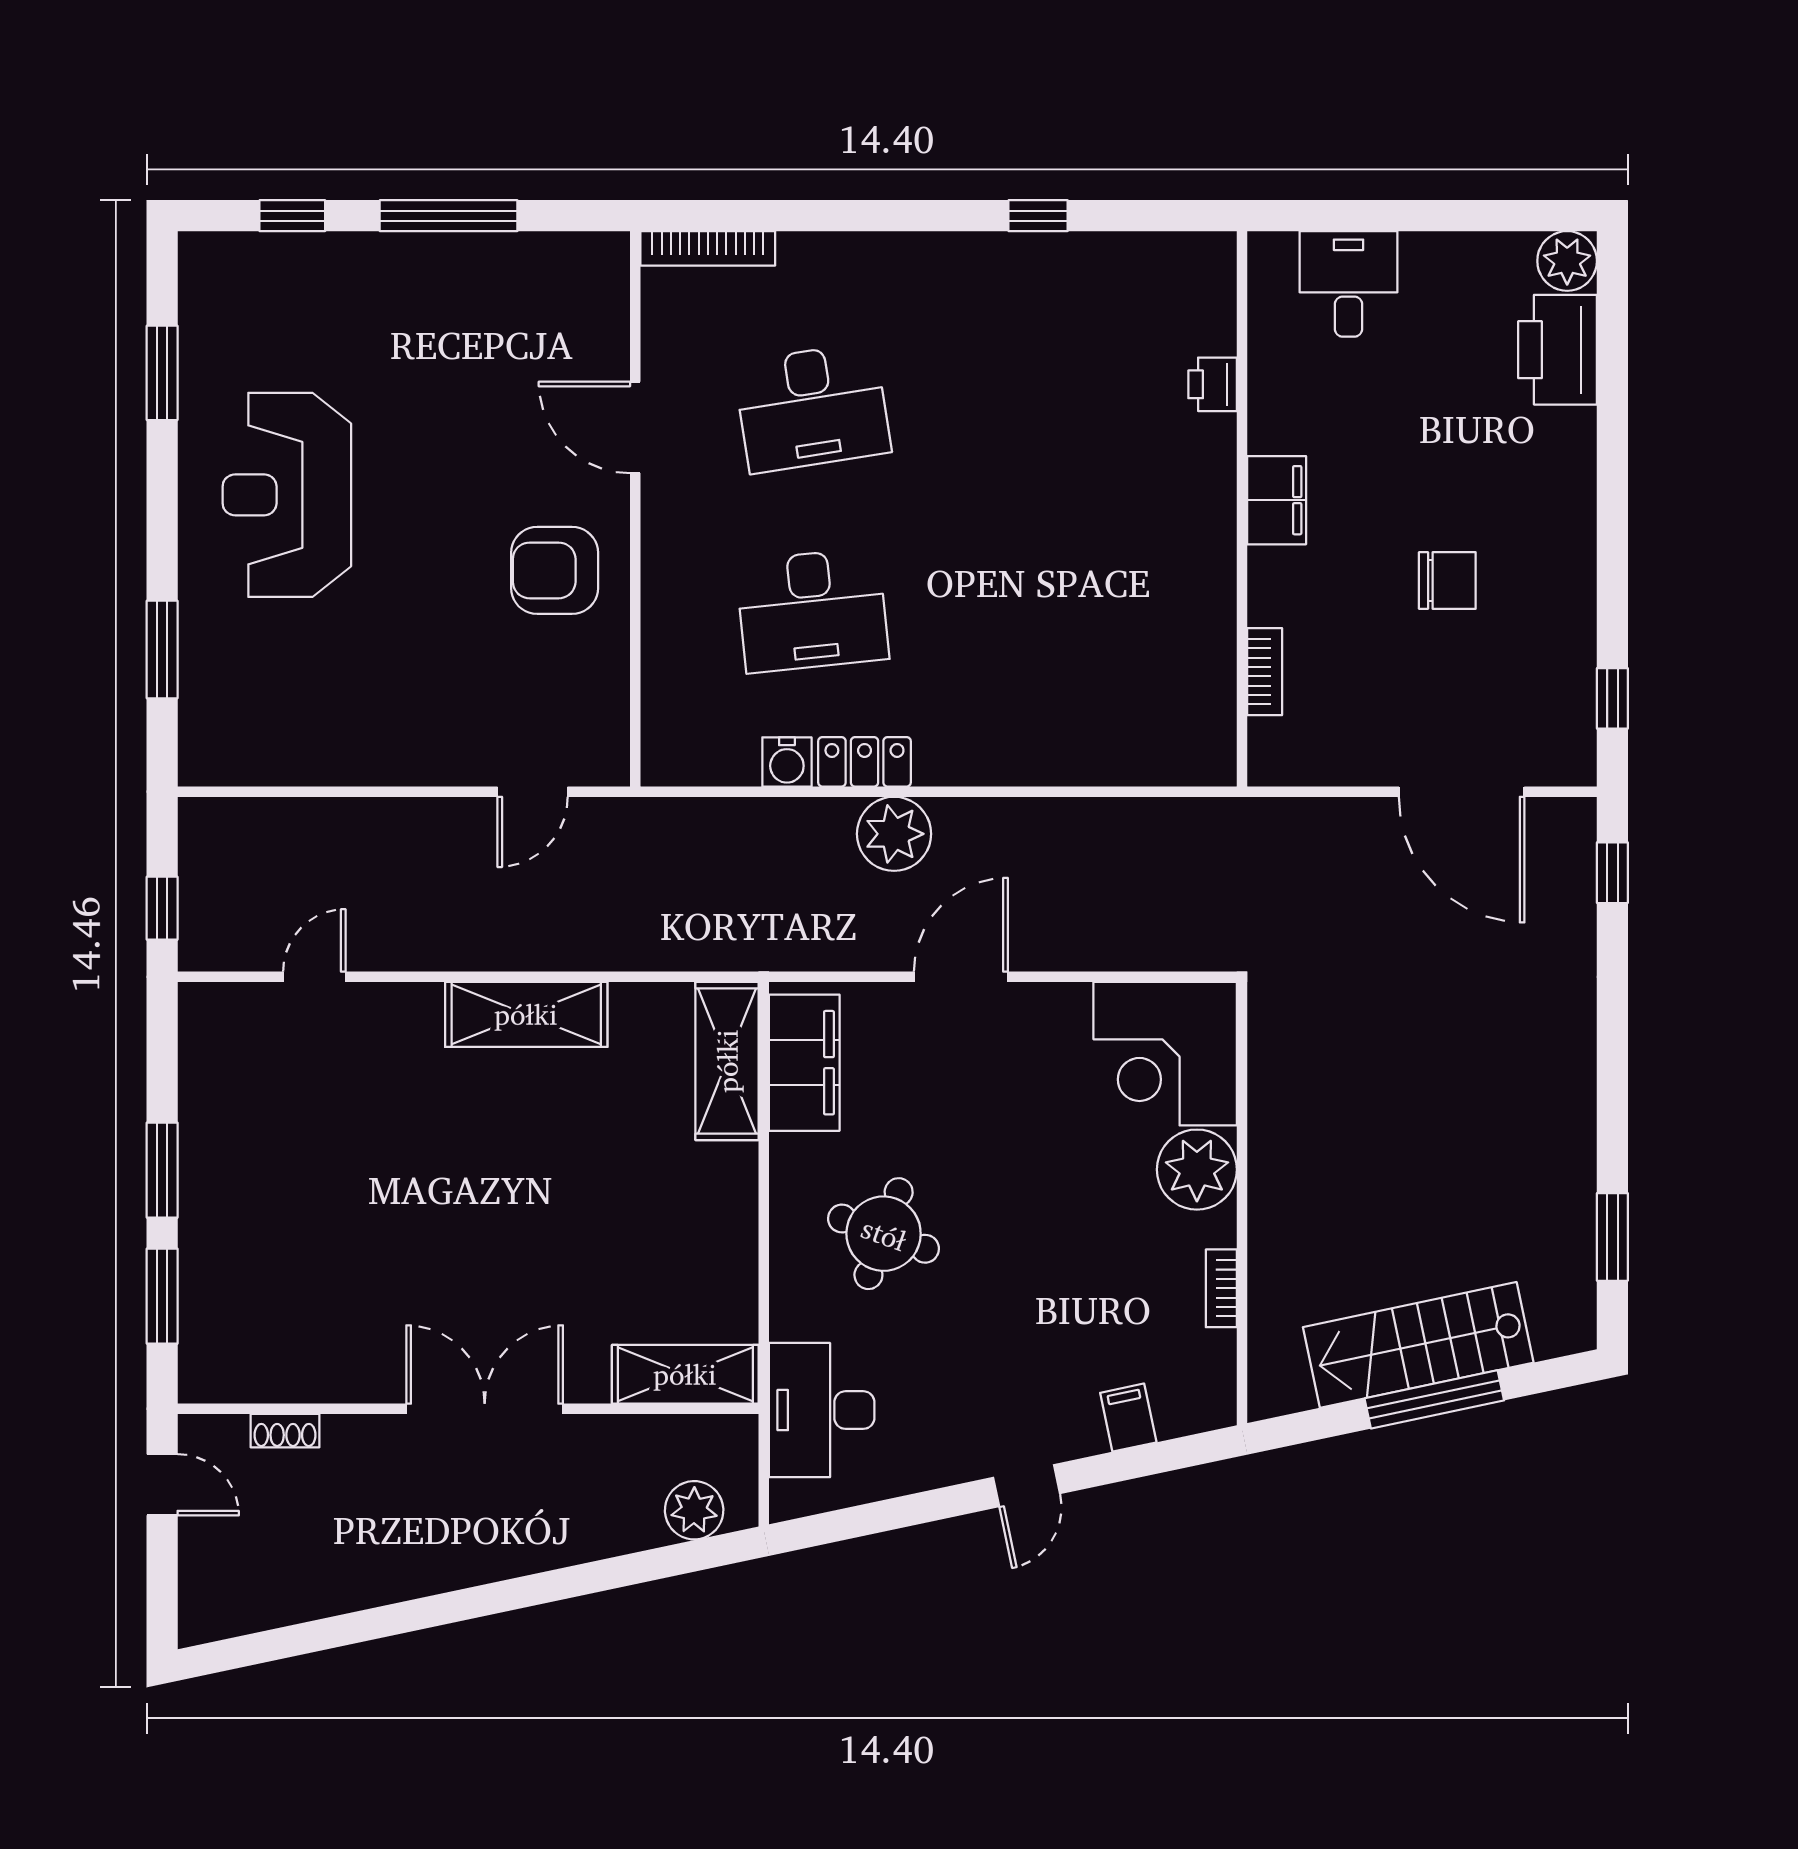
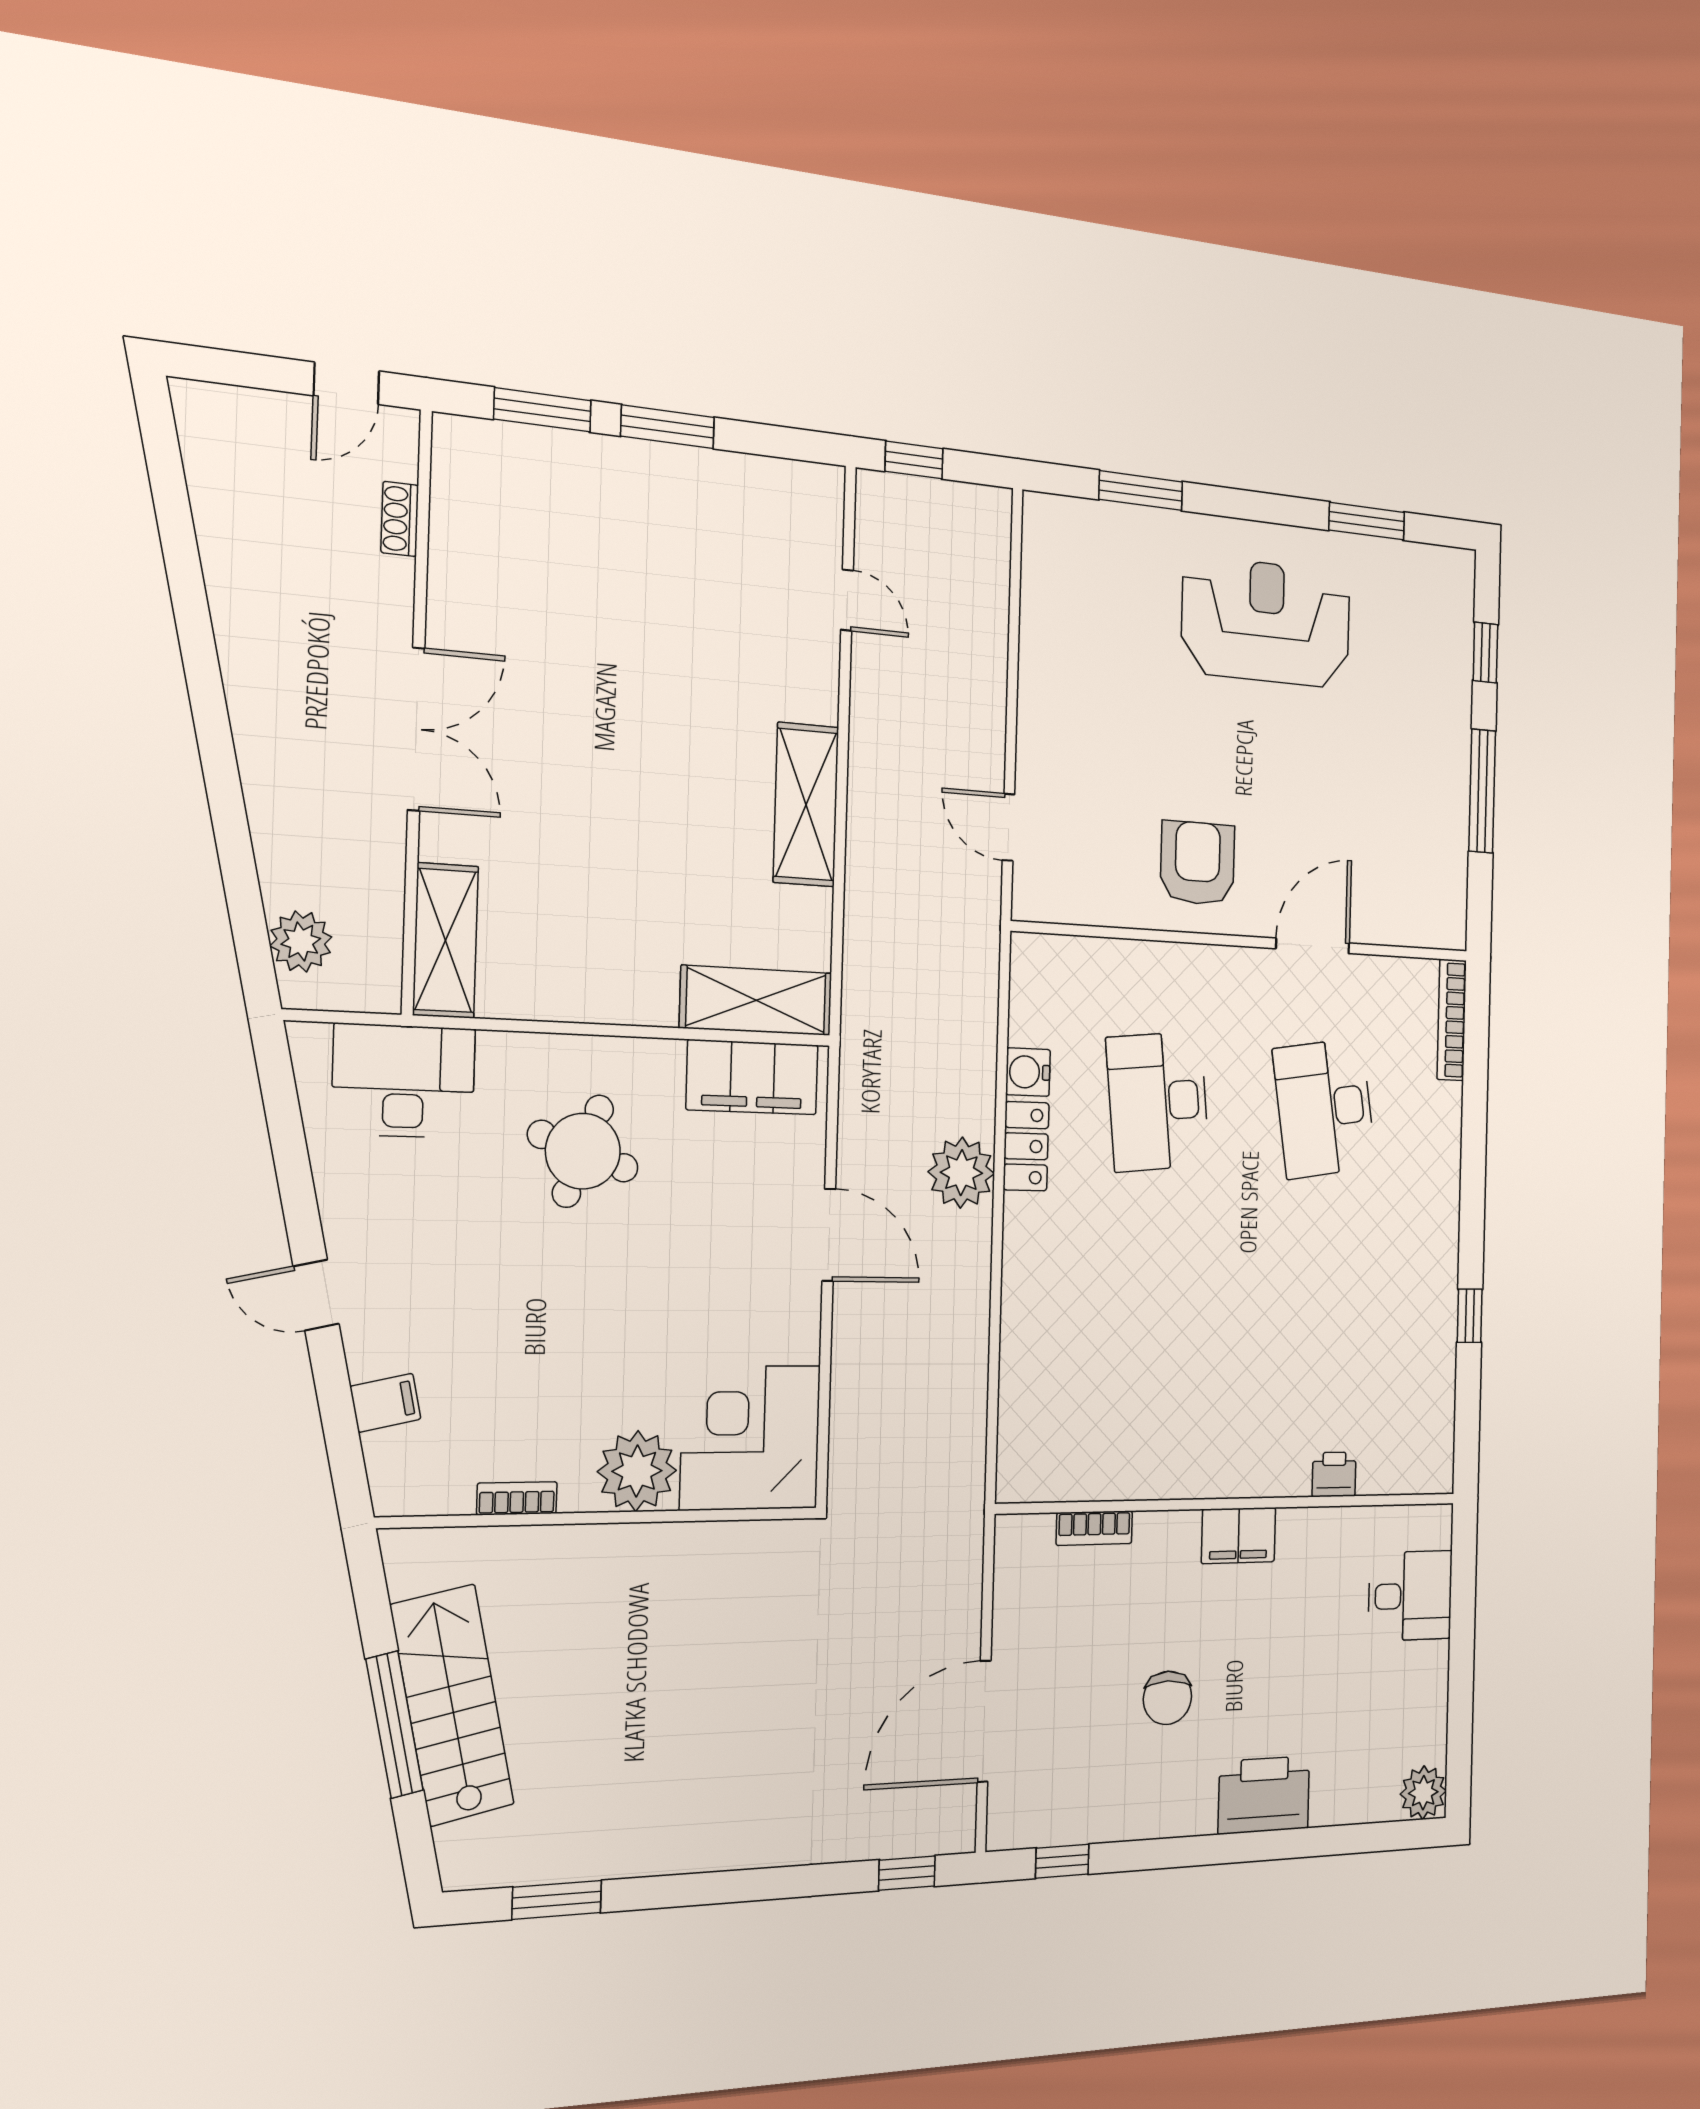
printer: (1558, 350) -> (1264, 1795), moved

